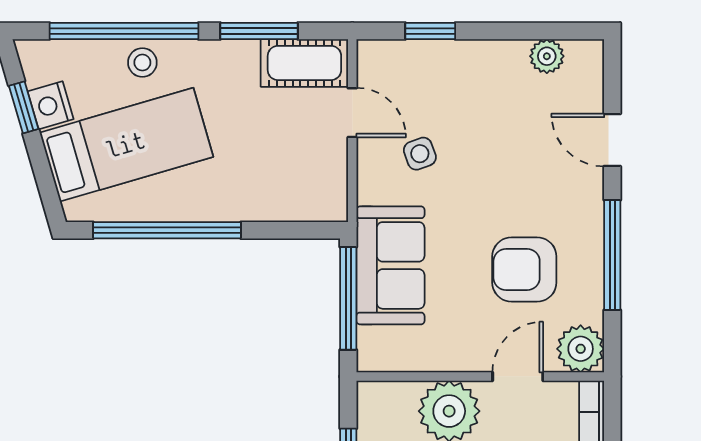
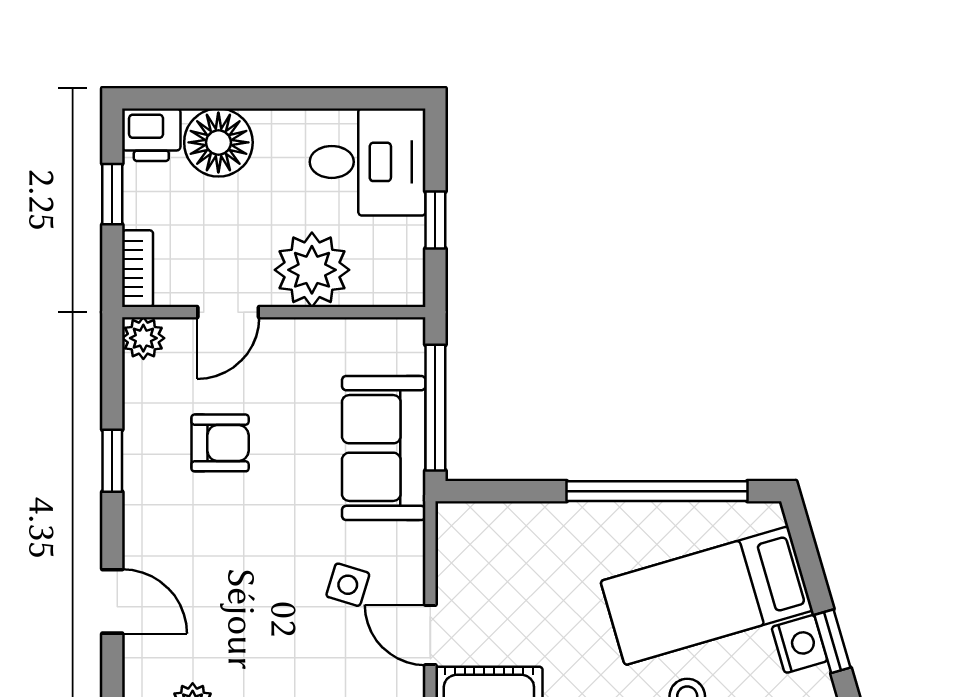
side table: (420, 154) -> (348, 585), turned 37
window: (612, 255) -> (112, 461), width x0.46
armchair: (524, 270) -> (220, 443), width x0.72, depth x0.72
plant: (581, 349) -> (143, 338), width x0.73, depth x0.73

